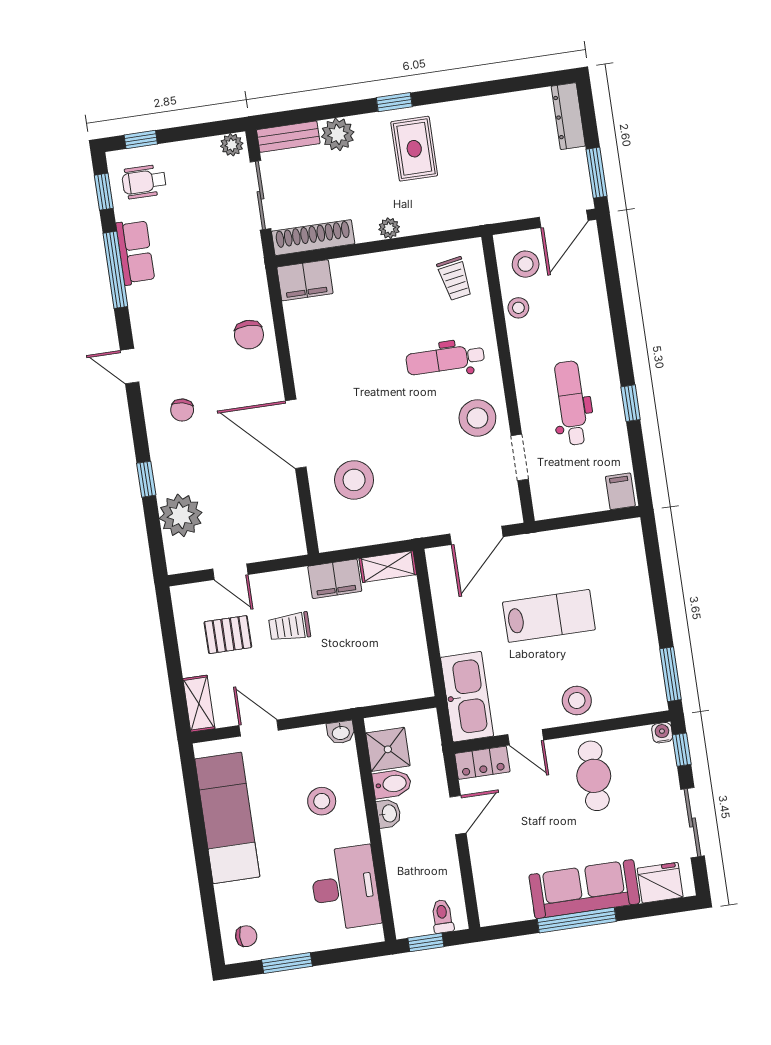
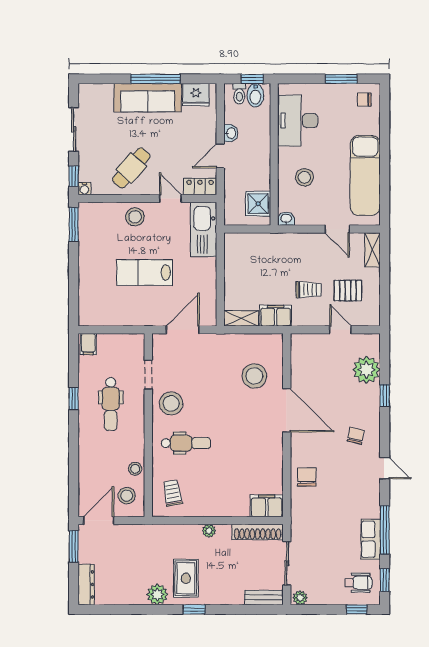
plant: (338, 134) -> (157, 594), moved
cafe table: (594, 776) -> (131, 168), turned 41
bidet: (392, 784) -> (255, 95), moved, turned -90
washbasin: (389, 814) -> (231, 133), moved, turned 180
fridge: (660, 883) -> (196, 95), moved

